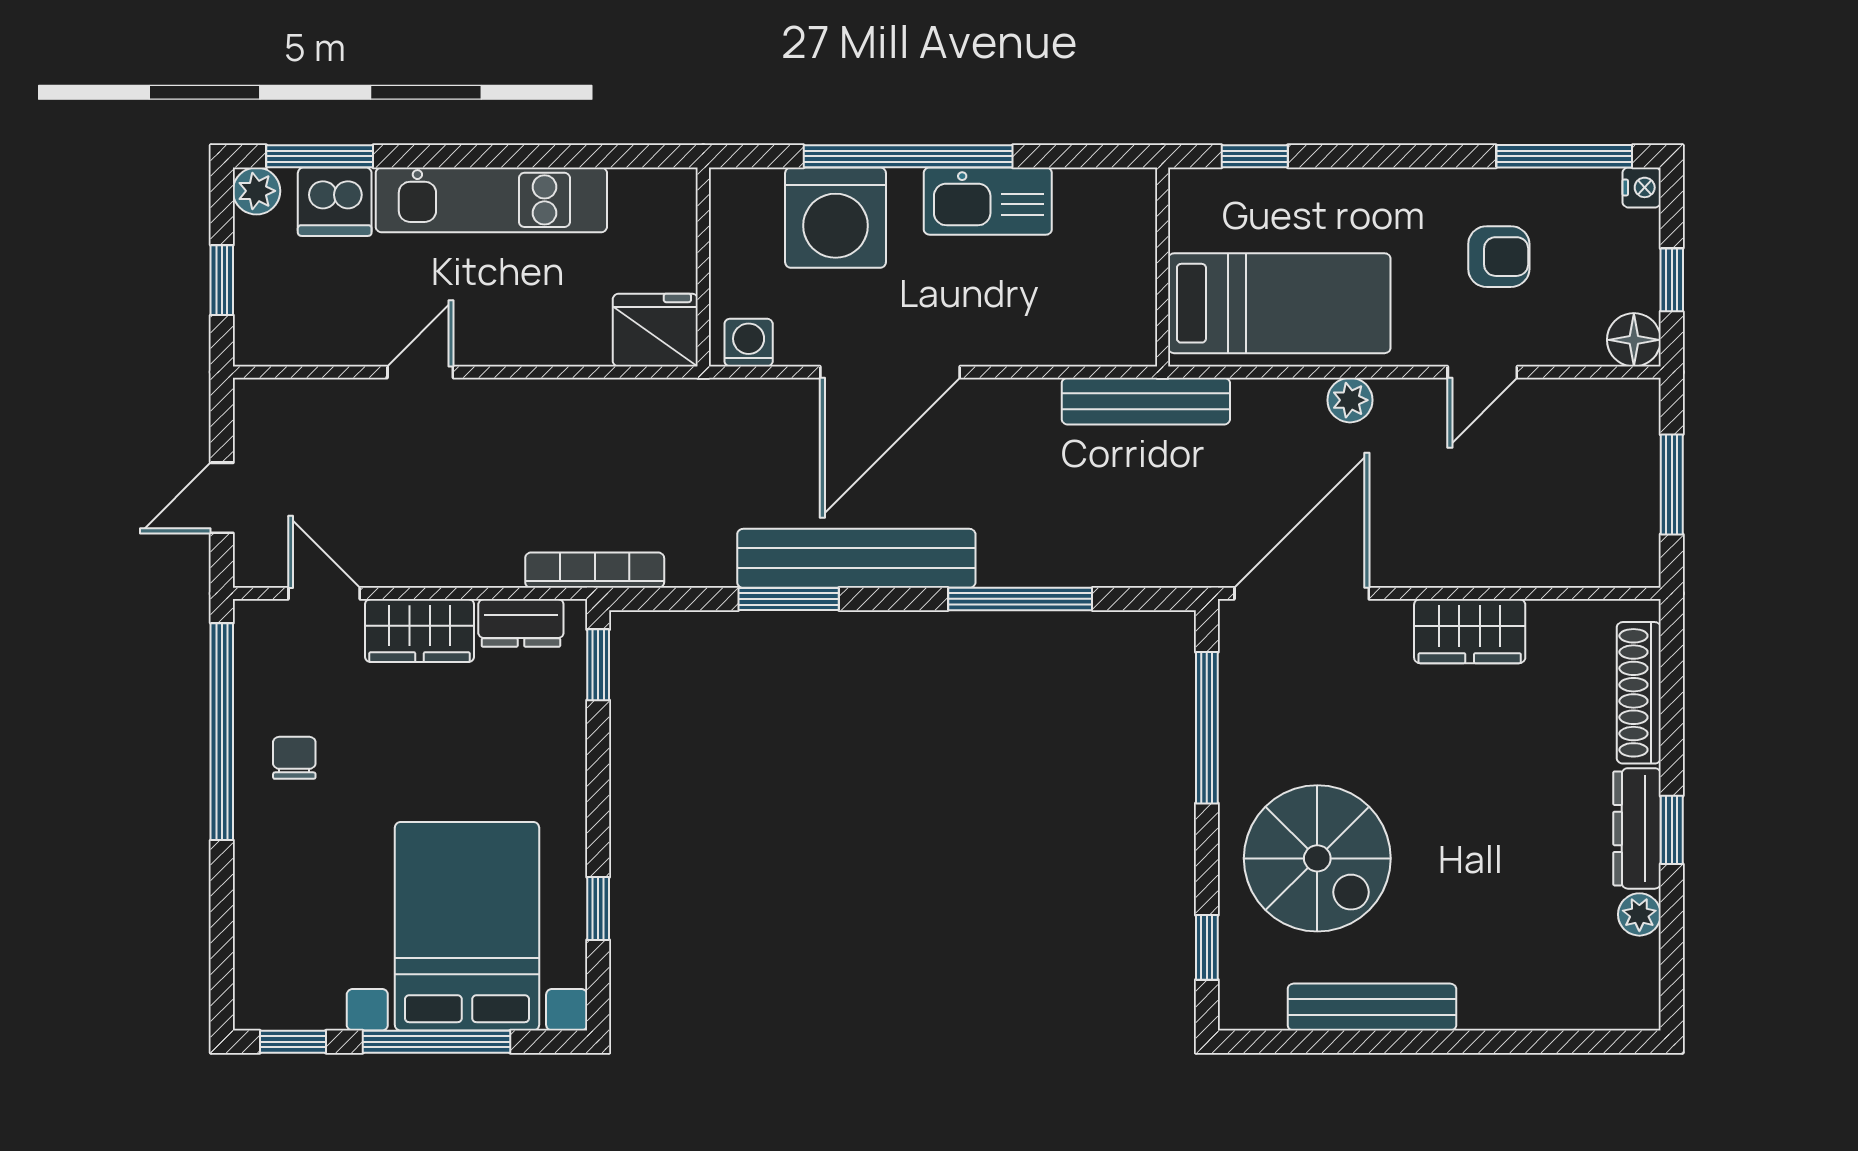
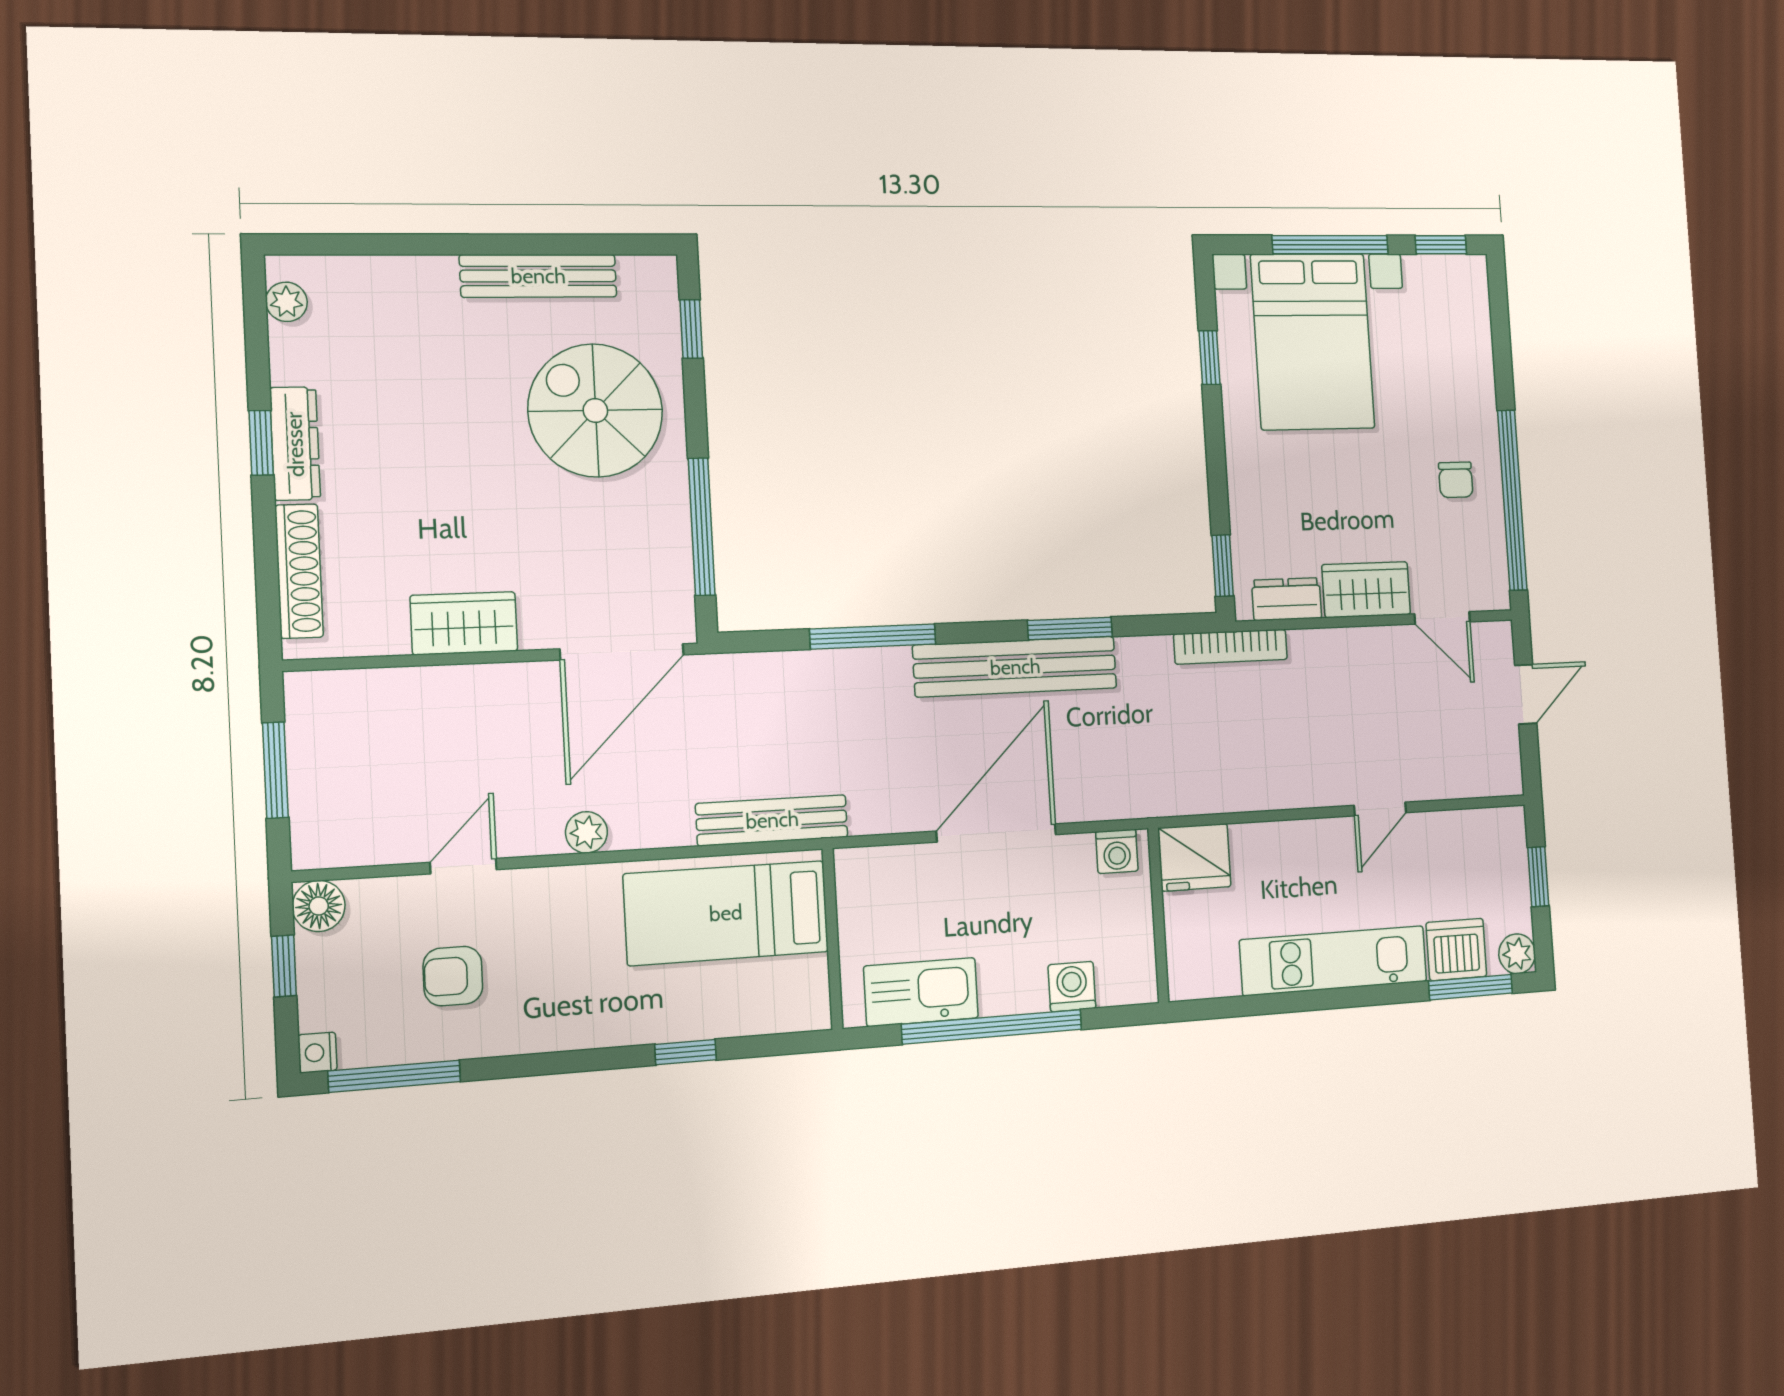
washing machine: (836, 218) -> (1072, 987), width x0.53, depth x0.53
wall: (1163, 267) -> (833, 939), moved
bed: (1279, 303) -> (726, 913), moved
plant: (1639, 914) -> (286, 302), moved

